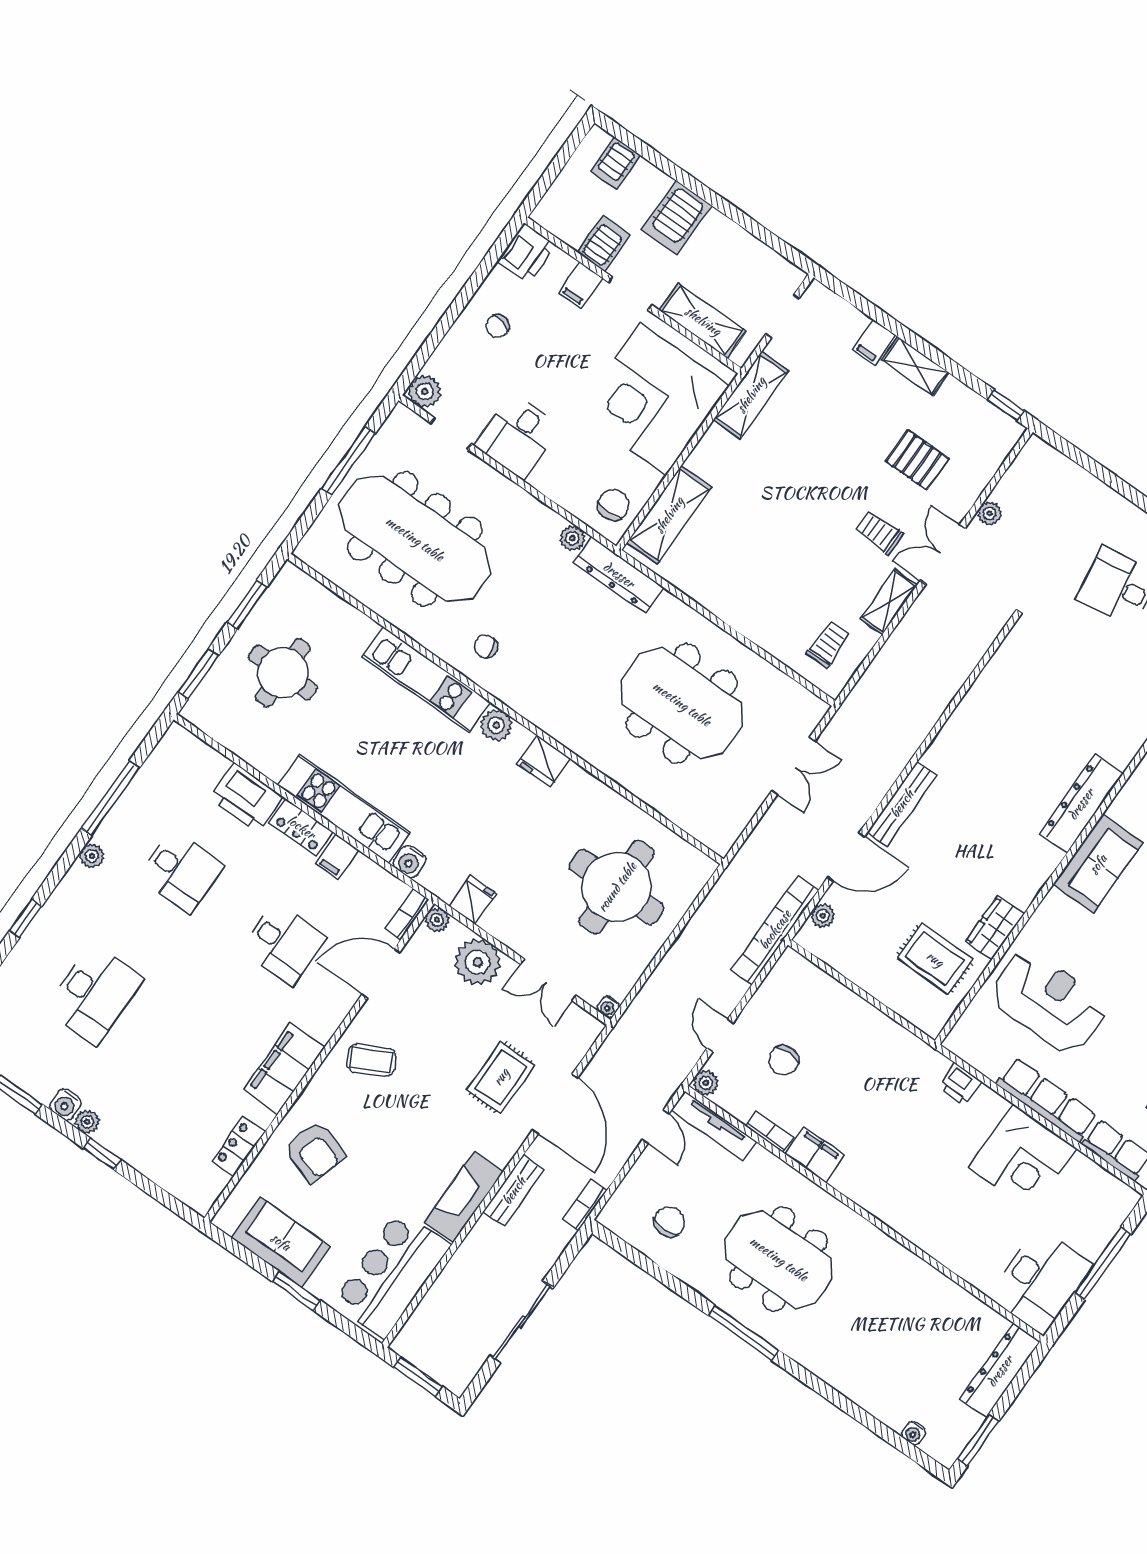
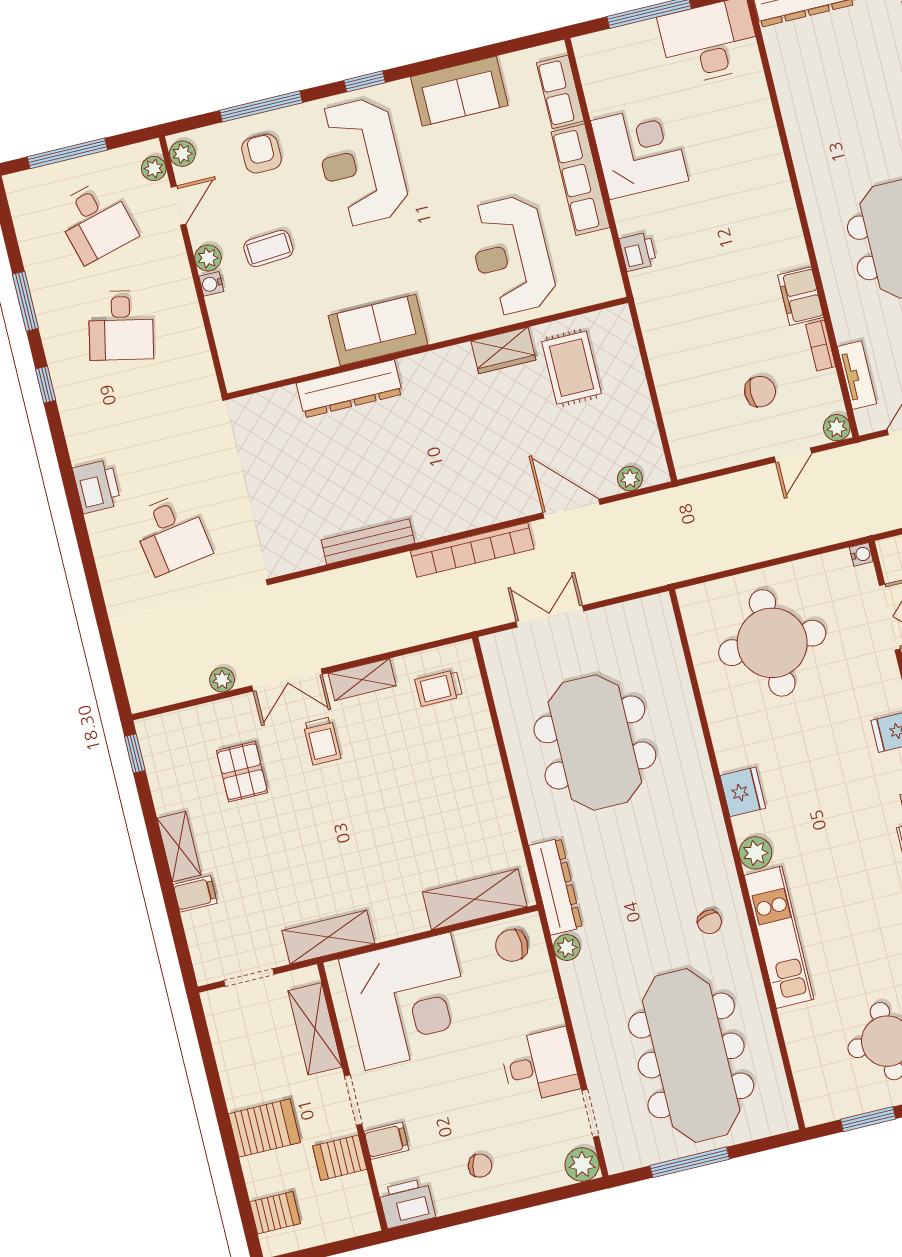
bench: (902, 804) -> (368, 542), moved
bookcase: (775, 930) -> (472, 550), moved
tv unit: (714, 1126) -> (857, 375), width x0.71

